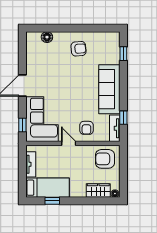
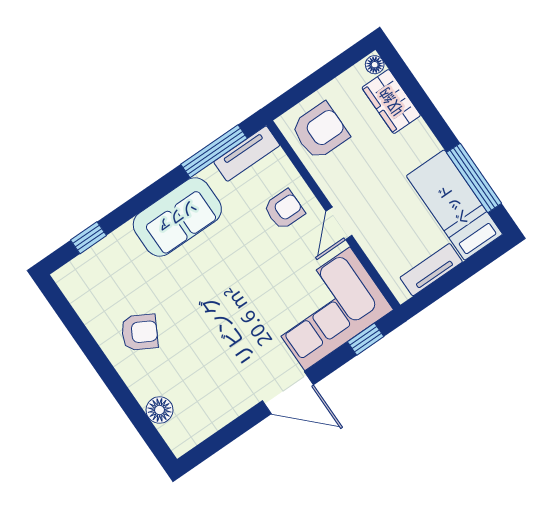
armchair: (79, 49) -> (140, 332), turned 124
sofa: (109, 89) -> (177, 217), width x0.73
window: (123, 118) -> (214, 151), width x2.17
armchair: (105, 159) -> (320, 131), turned -90
window: (52, 201) -> (474, 178), width x2.17

